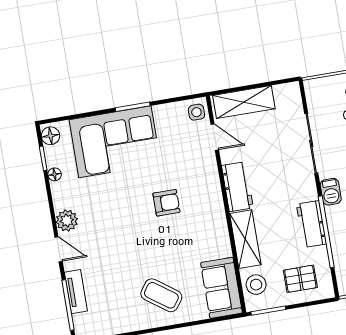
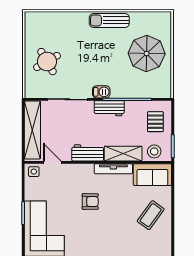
shelving: (244, 102) -> (32, 130), width x1.47
door: (215, 137) -> (52, 162), hinge flipped
armchair: (166, 203) -> (90, 202), turned 90
workbench: (311, 224) -> (109, 108), moved
tv unit: (220, 229) -> (113, 169), added

